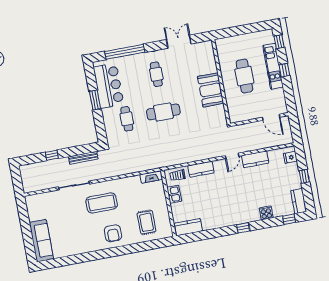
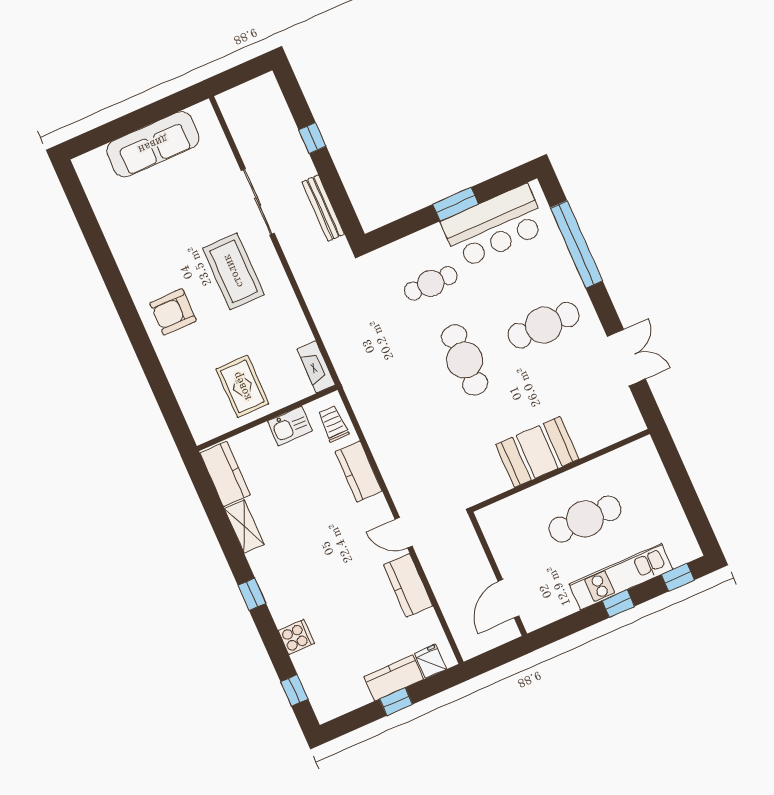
cafe table: (156, 74) -> (544, 325), width x1.37, depth x1.35
kitchen counter: (299, 201) -> (394, 678), moved
rug: (146, 222) -> (242, 386), moved, turned 90
shelving: (213, 224) -> (244, 527), added
sofa: (41, 241) -> (153, 144), moved

